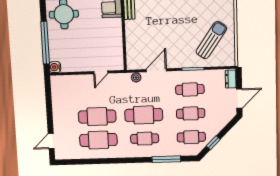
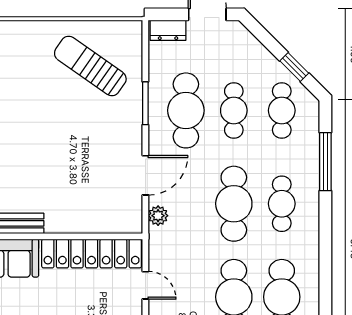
locker: (115, 45) -> (92, 254), added
door: (156, 70) -> (145, 175), swing flipped
cafe table: (190, 89) -> (186, 110), width x1.37, depth x1.35

